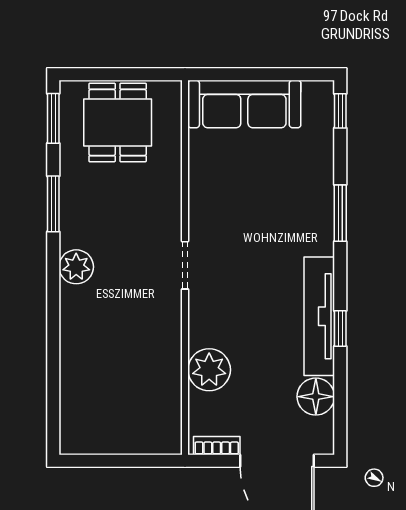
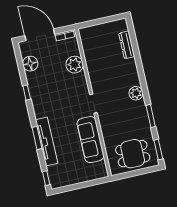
sofa: (244, 104) -> (90, 140), moved, turned -90
dining table: (118, 122) -> (133, 154), turned 90
tv unit: (319, 316) -> (47, 142), moved
dresser: (72, 389) -> (127, 45), added

